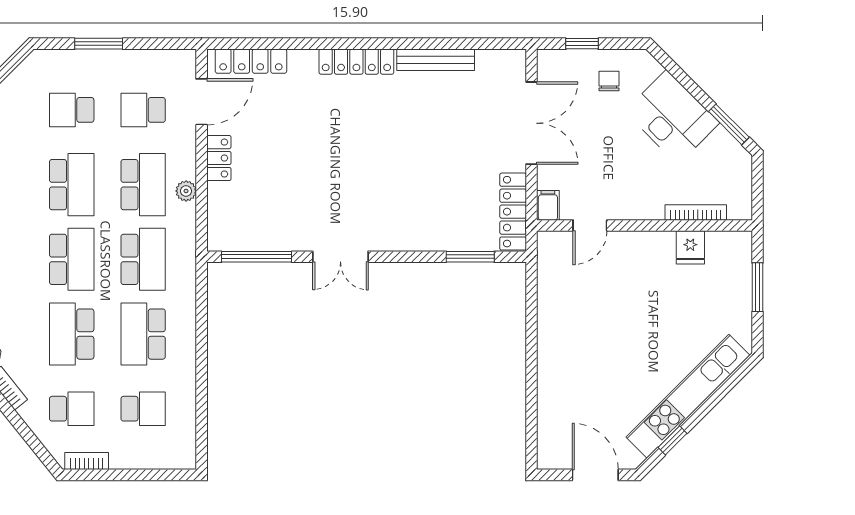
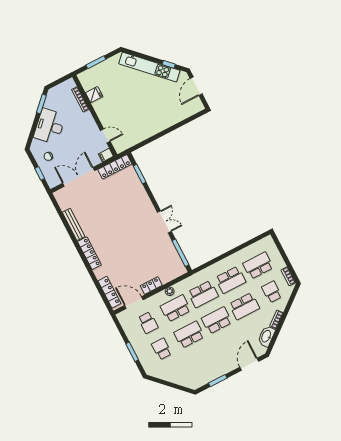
school desk: (72, 110) -> (162, 349), turned 180
school desk: (143, 259) -> (203, 294), turned 180
school desk: (143, 409) -> (258, 265), width x1.85

